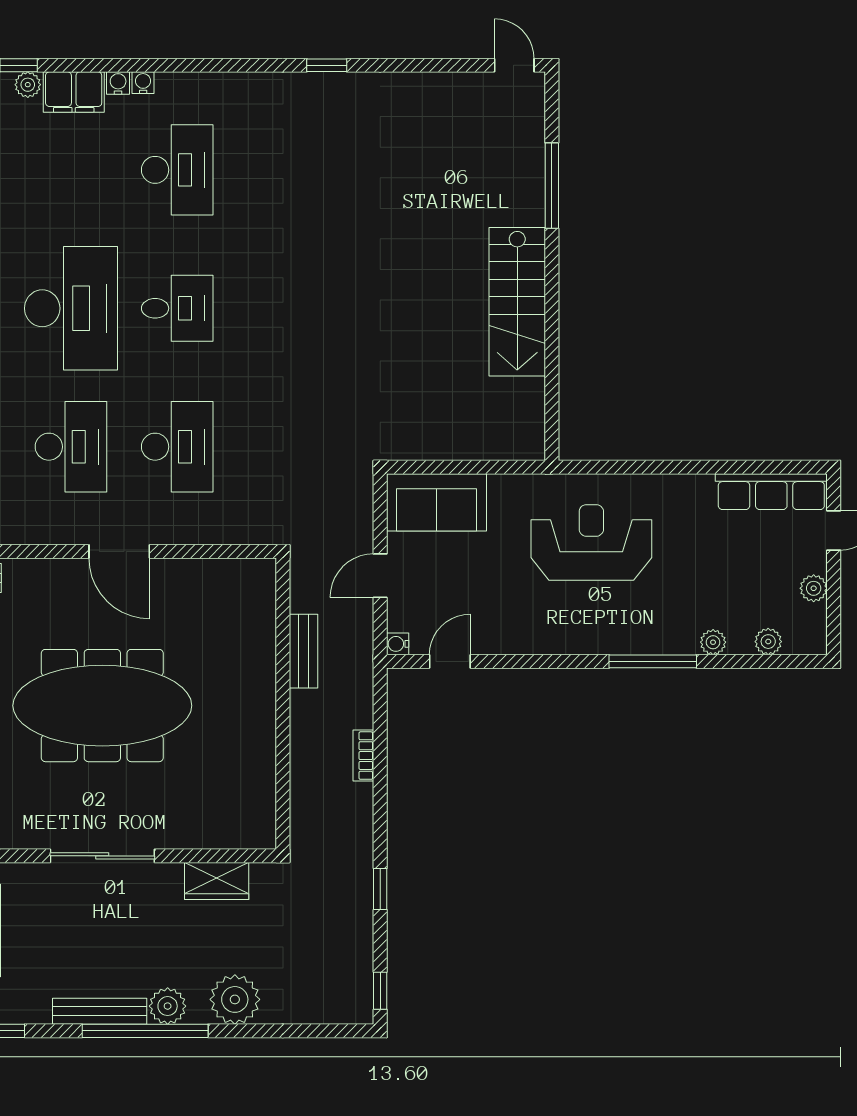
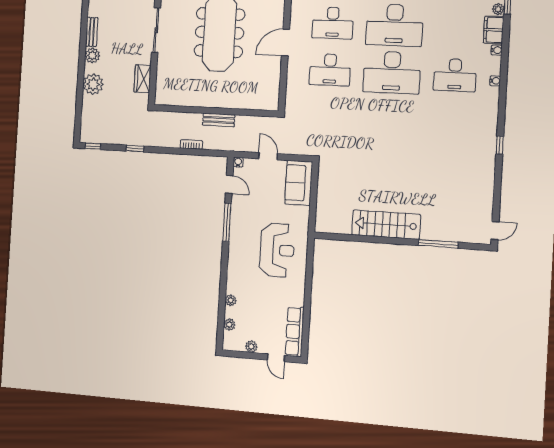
water cooler: (143, 83) -> (495, 81), moved
desk: (177, 308) -> (392, 72), width x1.87, depth x1.30
bench: (303, 651) -> (219, 120), moved
window: (653, 661) -> (227, 222), moved
bench: (100, 1011) -> (92, 32), width x0.73
window: (145, 1031) -> (83, 46), removed

